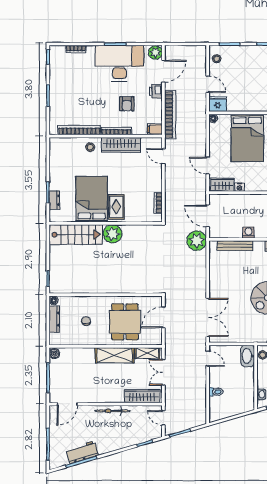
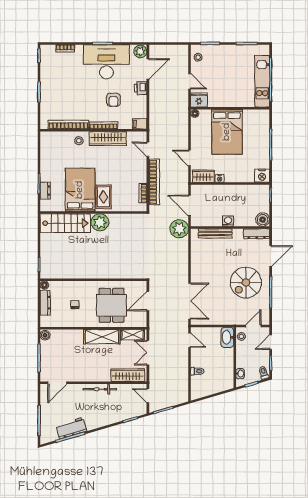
bookcase: (170, 115) -> (154, 182), moved

